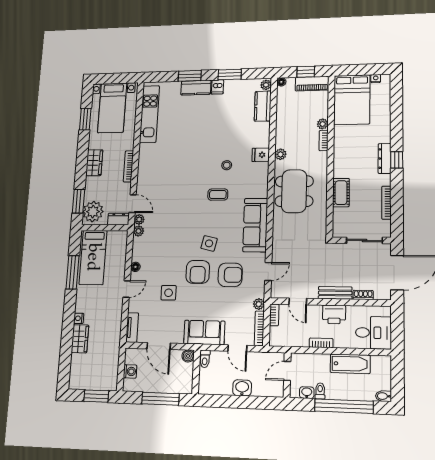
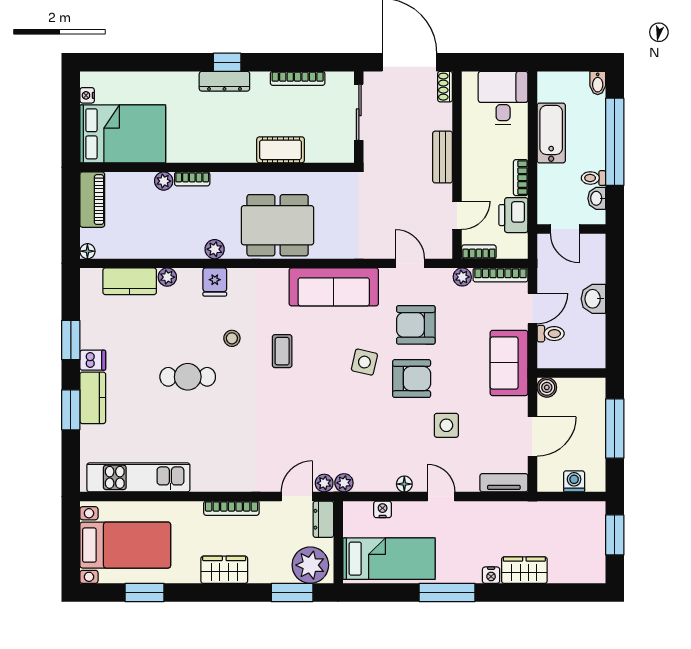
window: (306, 72) -> (71, 211), removed
plant: (266, 85) -> (167, 277), moved
cafe table: (205, 140) -> (188, 377), added
nightstand: (122, 254) -> (383, 509), added
window: (72, 272) -> (447, 592), moved
armchair: (230, 275) -> (416, 325), turned -90
shoe rack: (363, 295) -> (445, 87), moved
printer: (334, 314) -> (513, 215), moved, turned 180
toilet: (205, 359) -> (551, 334), moved

